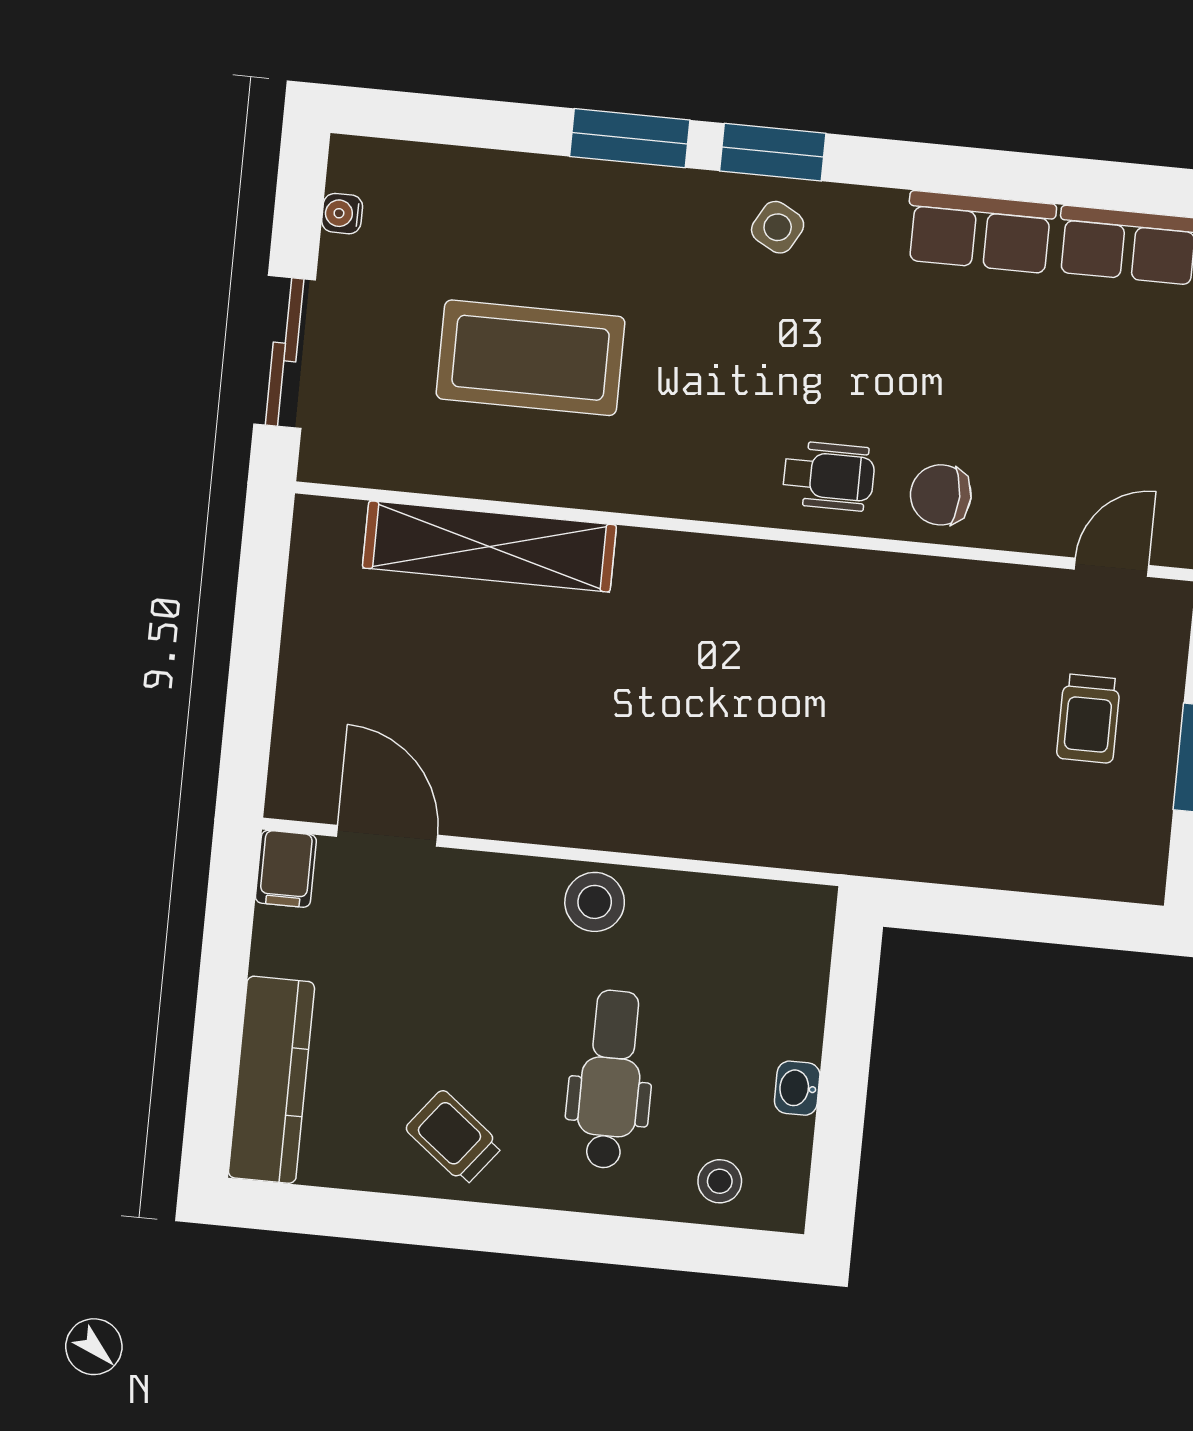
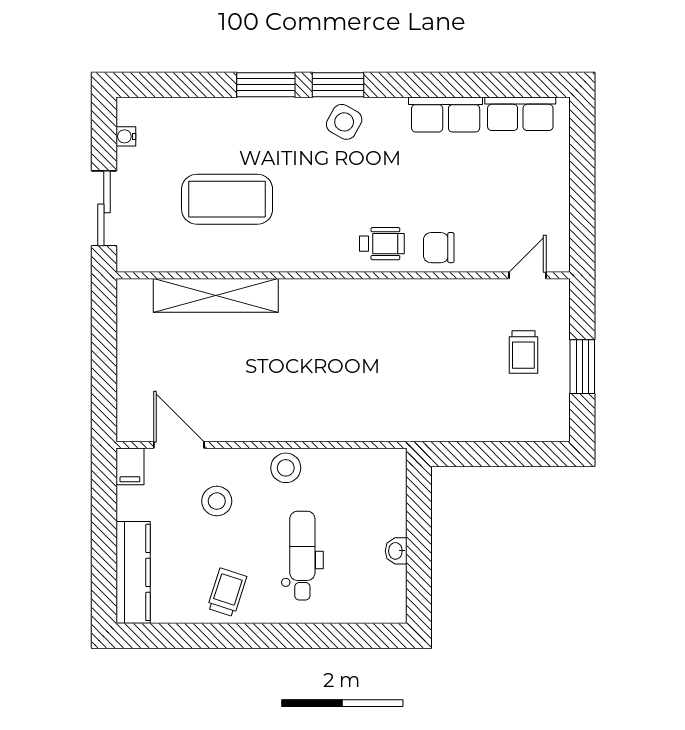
side table: (778, 227) -> (344, 122), width x1.37, depth x1.37
trolley: (454, 1137) -> (227, 592), turned 70
stool: (720, 1181) -> (217, 501), moved, width x1.37, depth x1.37

